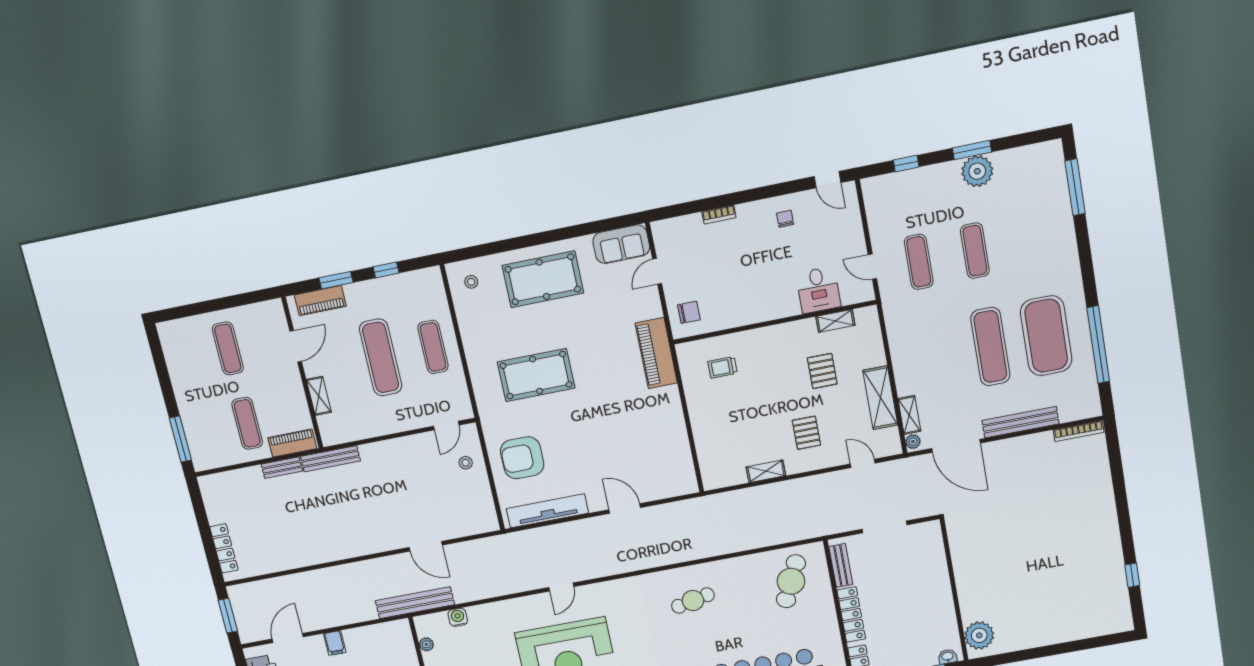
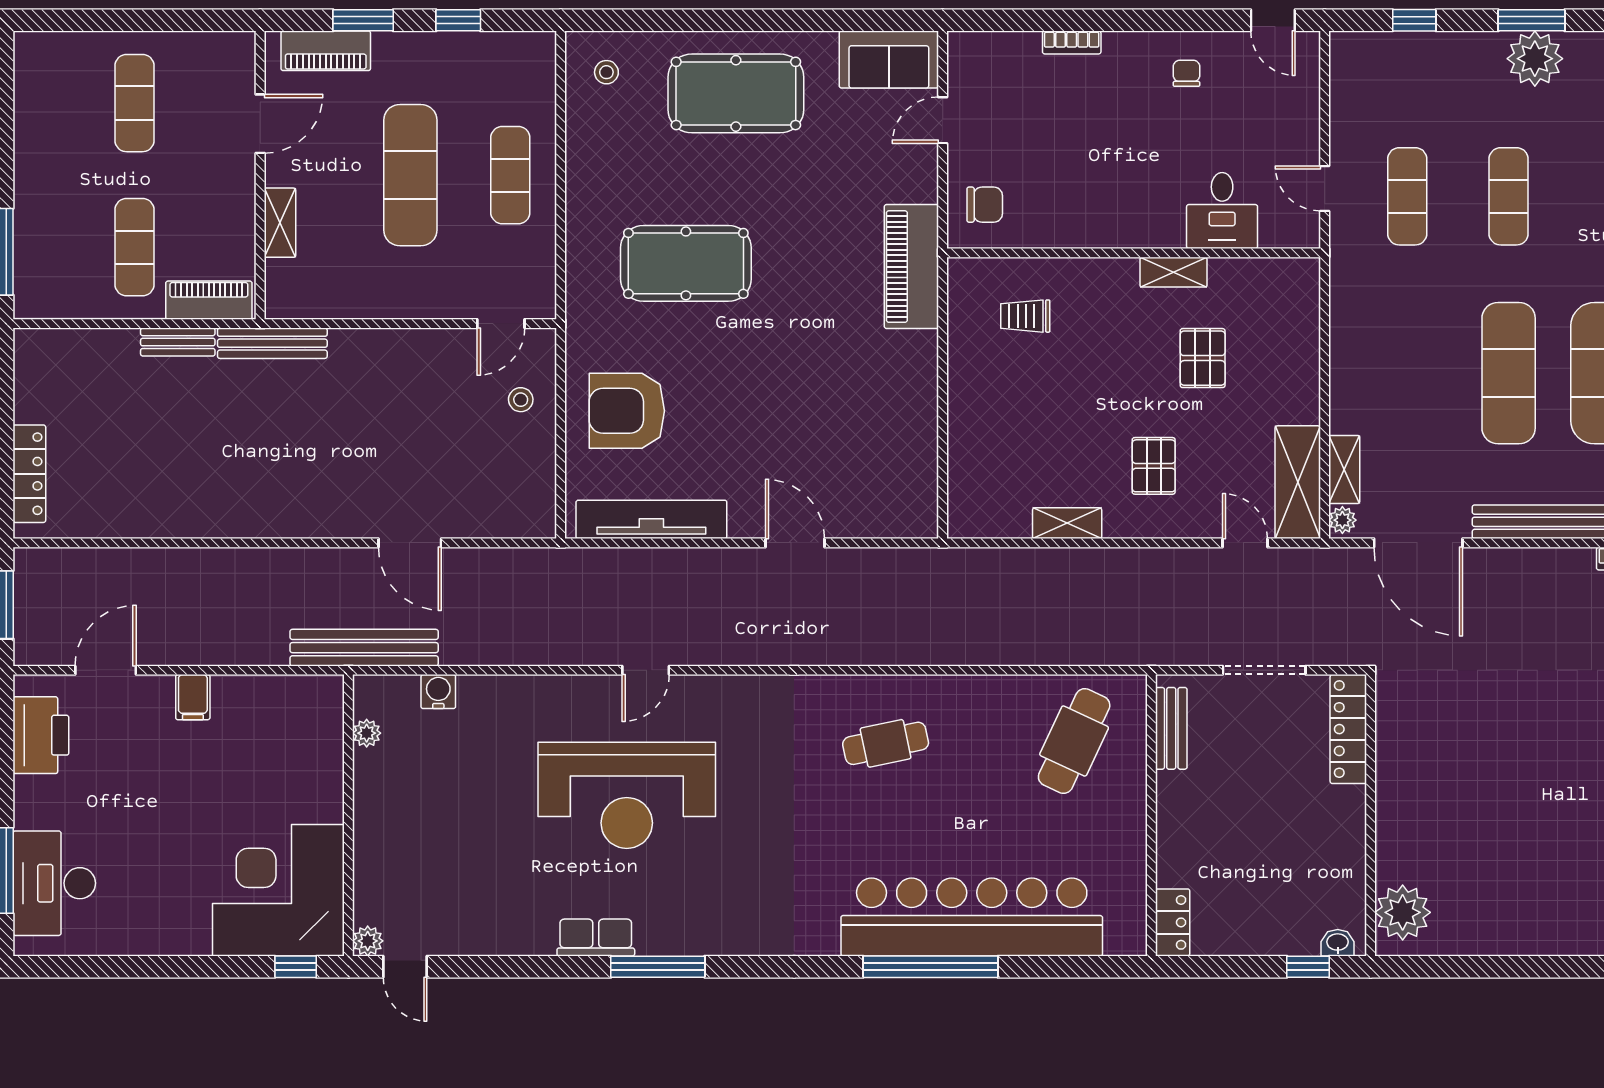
shelving: (835, 321) -> (1174, 272), moved
shelving: (880, 398) -> (1298, 482), moved
locker: (851, 615) -> (1348, 729), moved, turned 180

